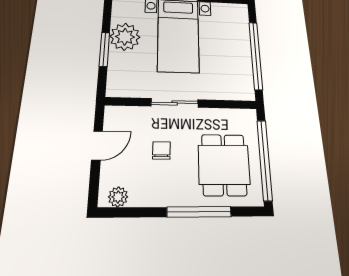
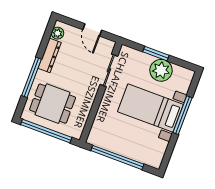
sliding door: (175, 103) -> (109, 70), moved
chair: (161, 150) -> (75, 68), removed
dresser: (156, 196) -> (50, 55), added

